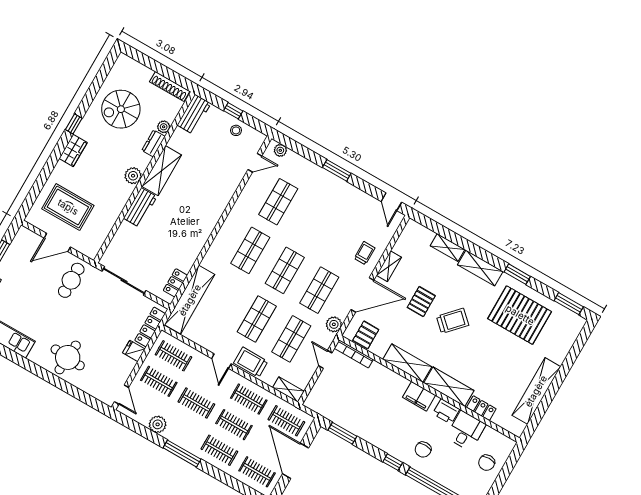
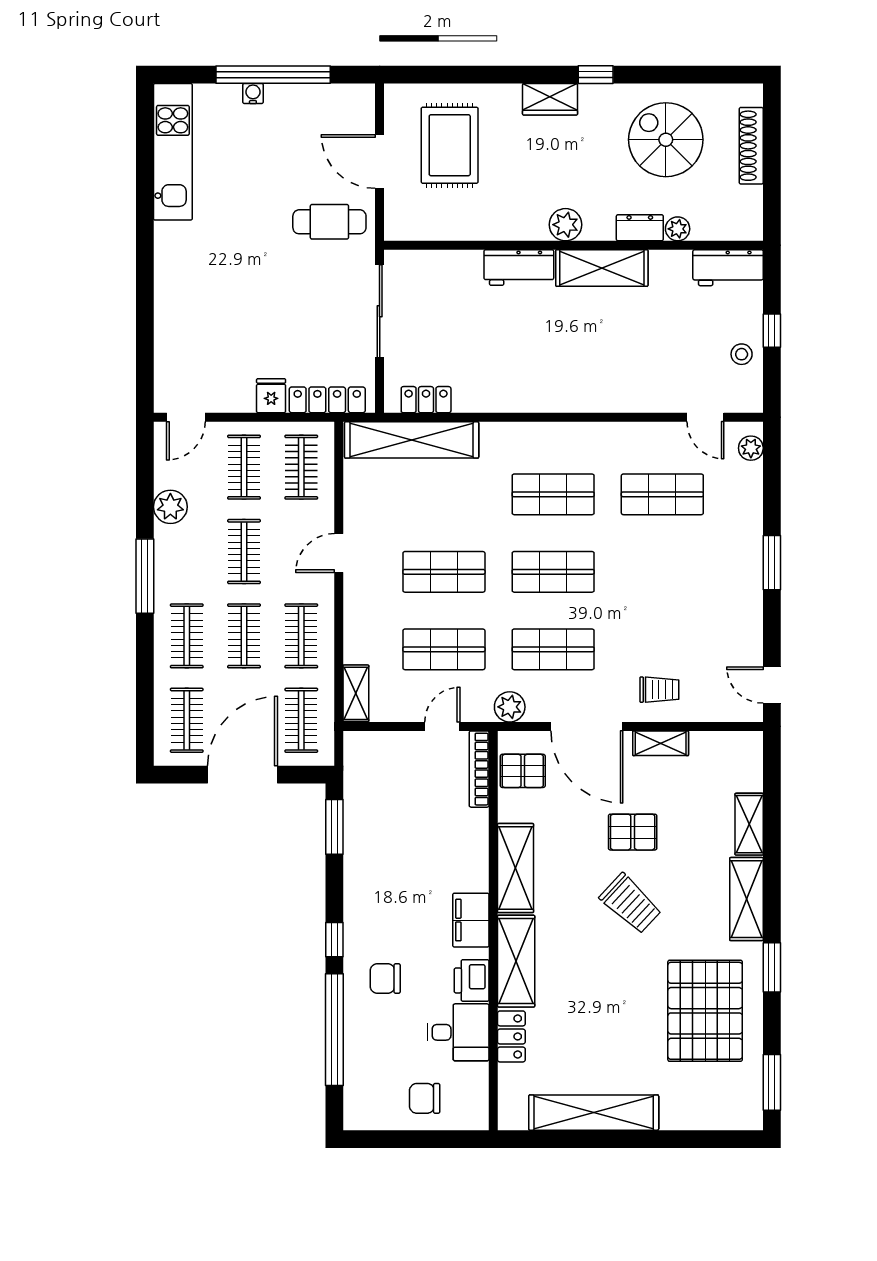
shoe rack: (170, 87) -> (751, 146), moved
door: (391, 202) -> (772, 685), hinge flipped
round table: (68, 357) -> (196, 291), removed
trolley: (251, 362) -> (365, 604), removed

